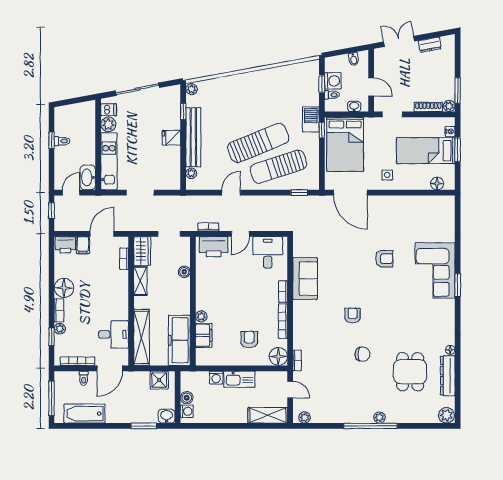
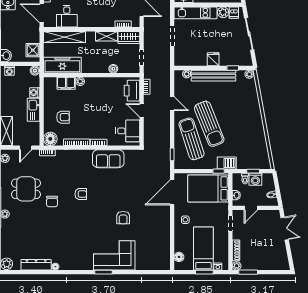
dresser: (430, 45) -> (282, 251), removed
dining table: (410, 372) -> (26, 189), moved
boiler: (187, 398) -> (35, 71), moved

